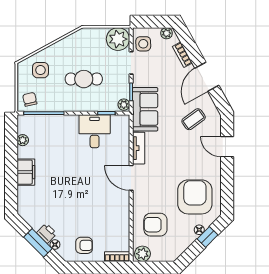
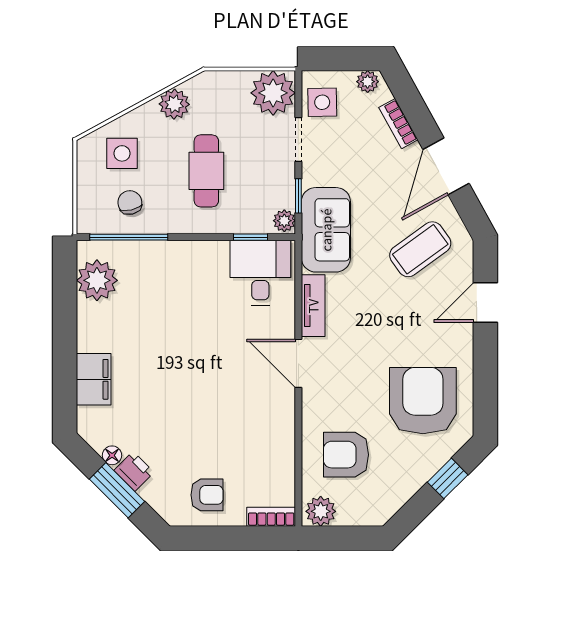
plant: (67, 45) -> (174, 104), added
cafe table: (84, 79) -> (206, 171), turned 90
chair: (30, 99) -> (130, 202), moved
coffee table: (194, 119) -> (420, 249), width x1.36, depth x1.30
desk: (95, 131) -> (260, 273), moved
plant: (23, 140) -> (97, 280), width x1.88, depth x1.88
door: (227, 147) -> (485, 302), hinge flipped
filing cabinet: (26, 172) -> (94, 379), moved
floor lamp: (199, 230) -> (431, 465), removed
floor lamp: (55, 245) -> (112, 455), moved

